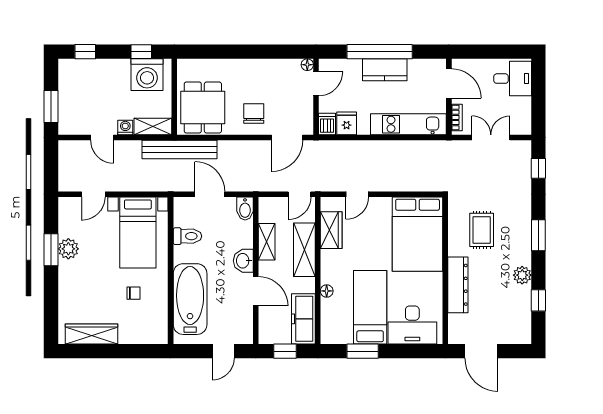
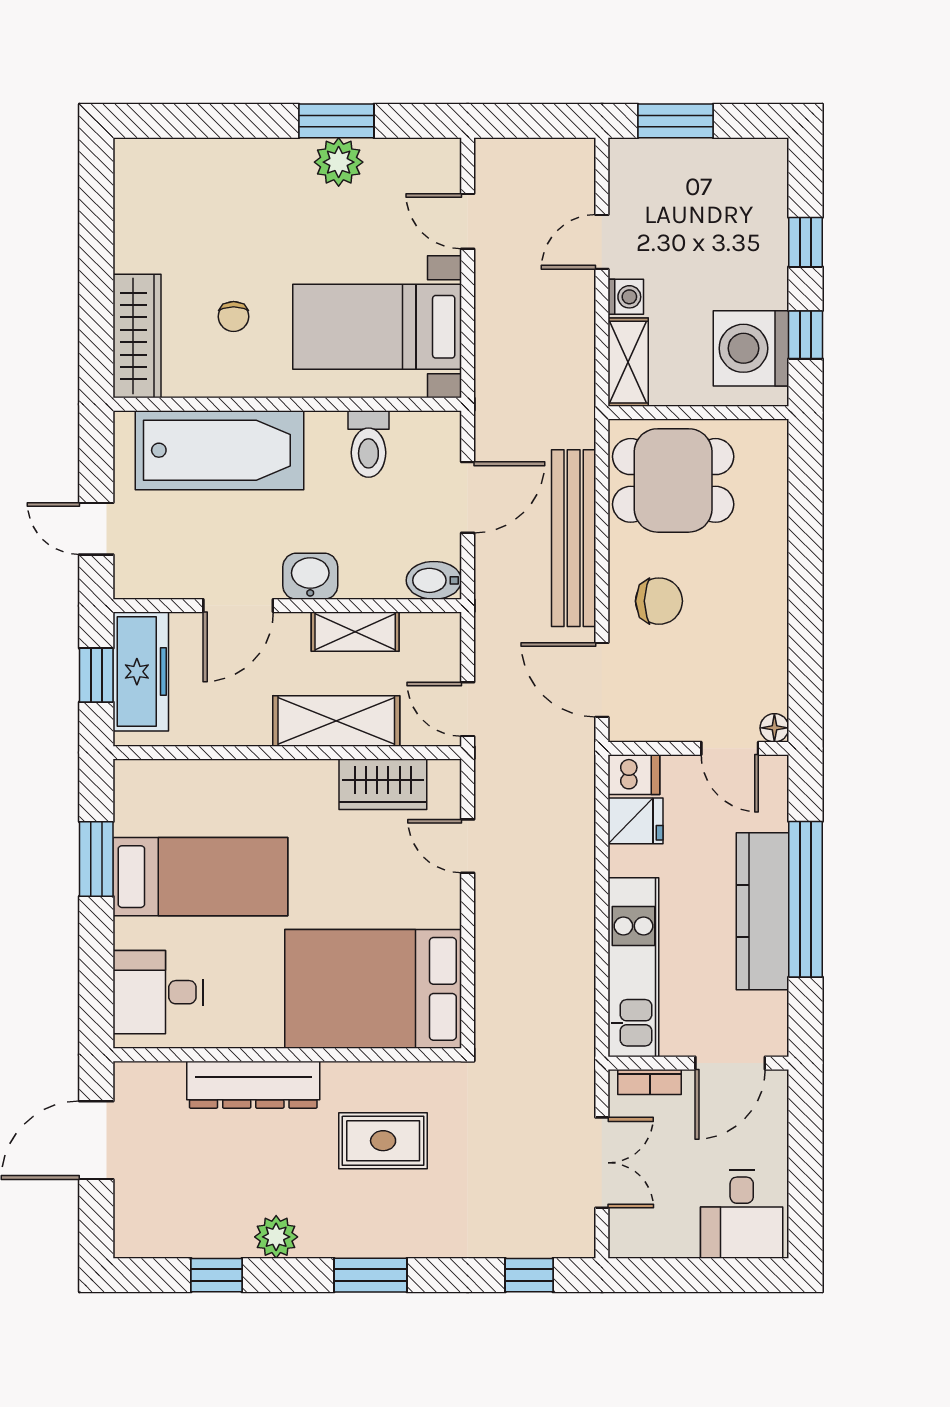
window: (85, 52) -> (805, 242), moved
kitchen counter: (385, 70) -> (762, 911), width x1.50
bench: (180, 150) -> (574, 538), moved
floor lamp: (327, 291) -> (239, 774), removed
freezer: (303, 319) -> (141, 672), moved, turned 90
desk: (412, 325) -> (158, 992), width x0.73
wardrobe: (92, 334) -> (137, 336), moved

